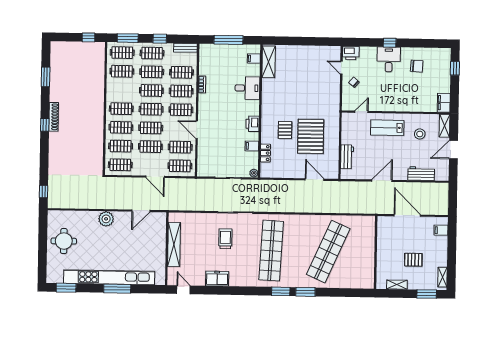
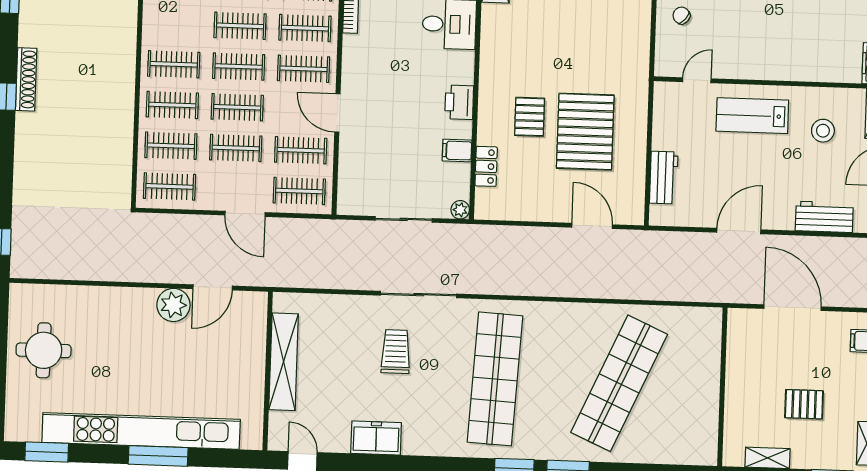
plant: (106, 219) -> (173, 305), moved

